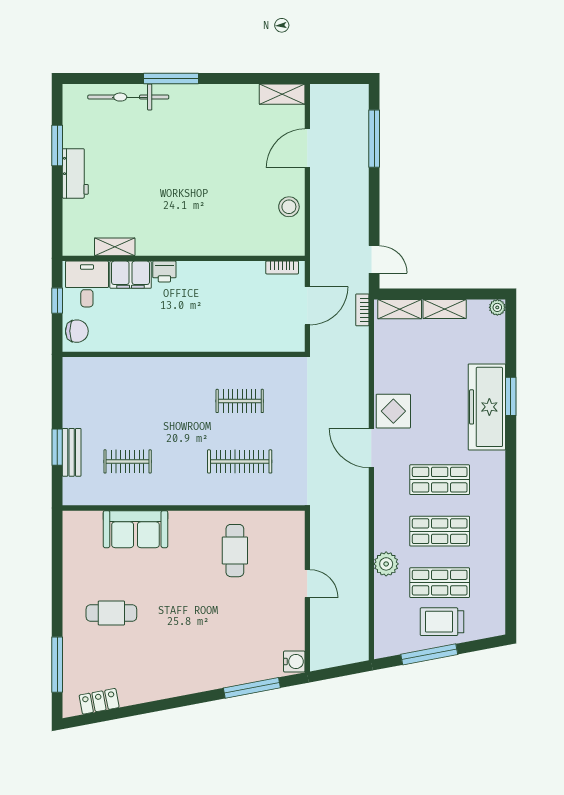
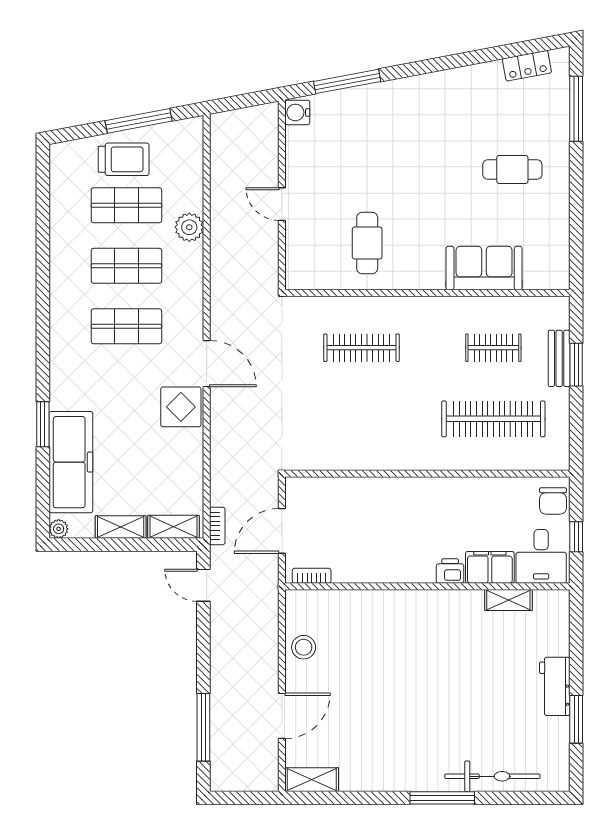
chair: (77, 331) -> (553, 501), turned -90
clothes rail: (240, 401) -> (493, 419), moved, width x1.86, depth x1.31
freezer: (487, 407) -> (71, 462), moved

